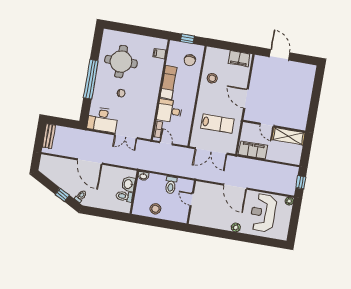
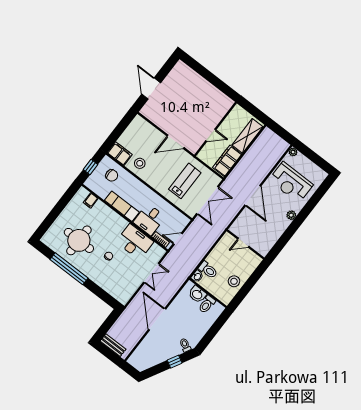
door: (280, 55) -> (151, 88), hinge flipped
filing cabinet: (239, 59) -> (120, 154), moved, turned -90
window: (91, 79) -> (69, 269), moved
desk: (103, 120) -> (135, 242), moved, turned -90
shelving: (288, 136) -> (247, 136), moved
door: (90, 162) -> (157, 319), swing flipped
window: (301, 182) -> (281, 132), removed
toilet: (171, 185) -> (208, 270), moved
door: (235, 187) -> (253, 196), hinge flipped

